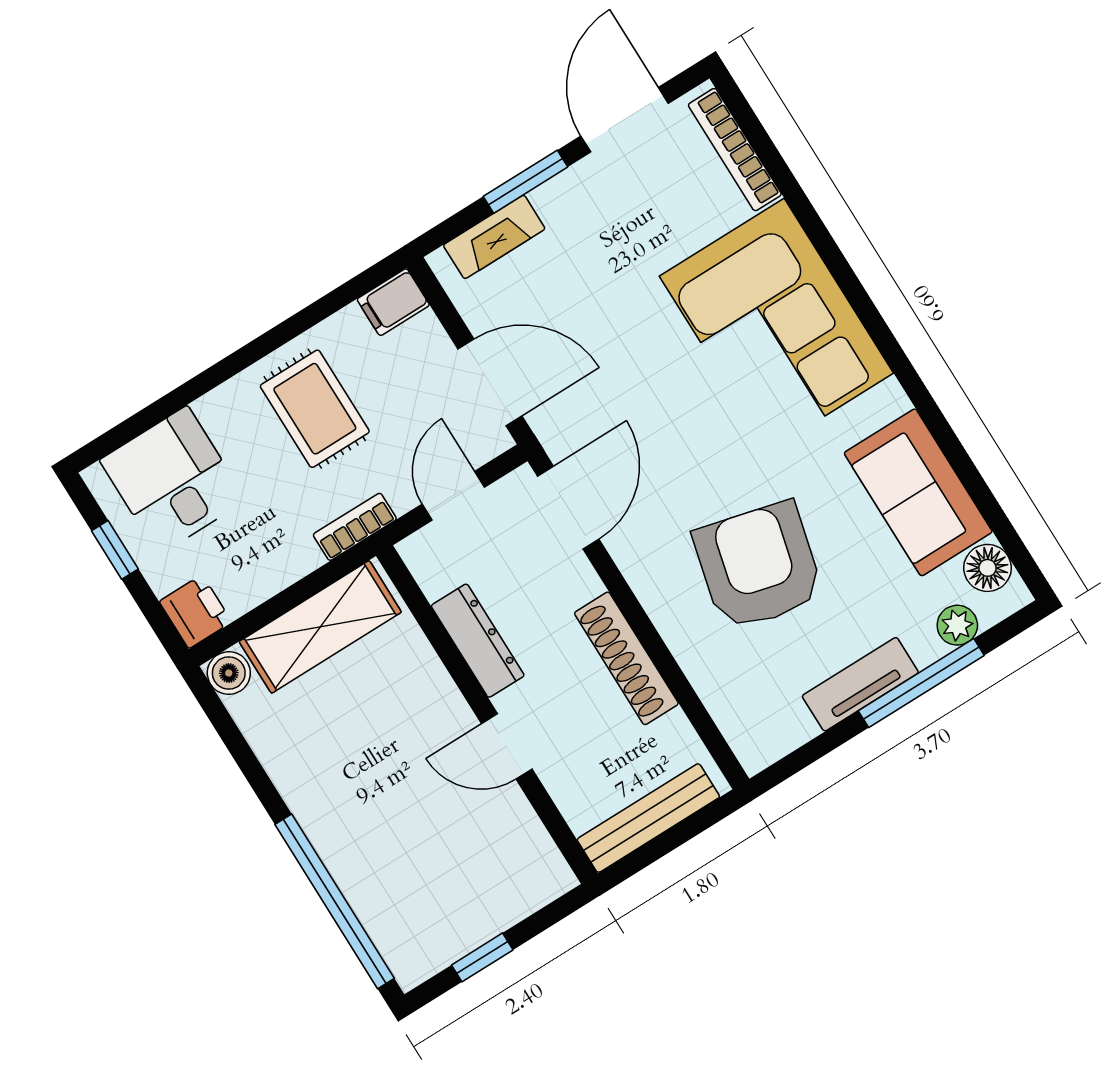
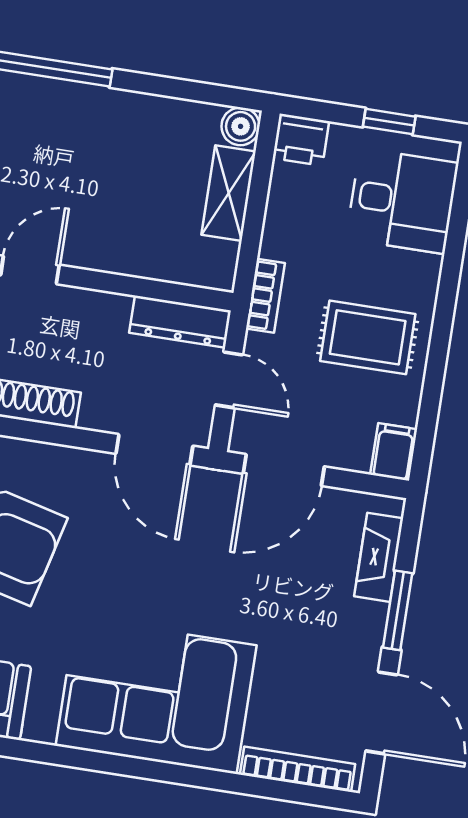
shelving: (320, 627) -> (229, 193), width x0.67, depth x0.75
dresser: (478, 641) -> (180, 322), moved

